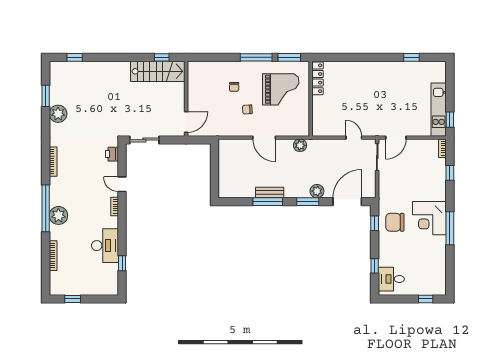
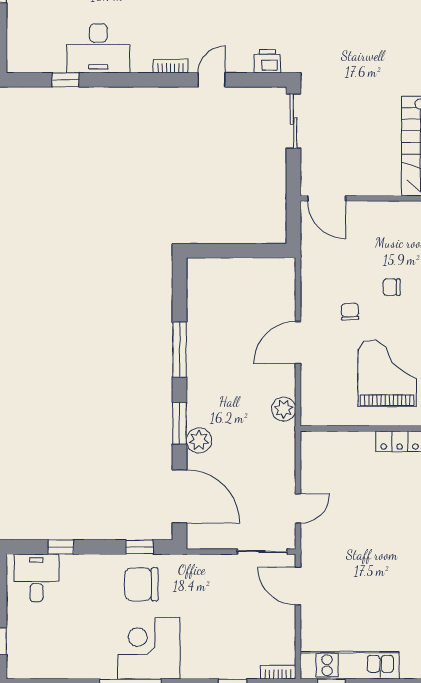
grand piano: (281, 89) -> (387, 373), turned 180
bench: (270, 193) -> (196, 353), removed
chair: (395, 222) -> (141, 584), turned -90

